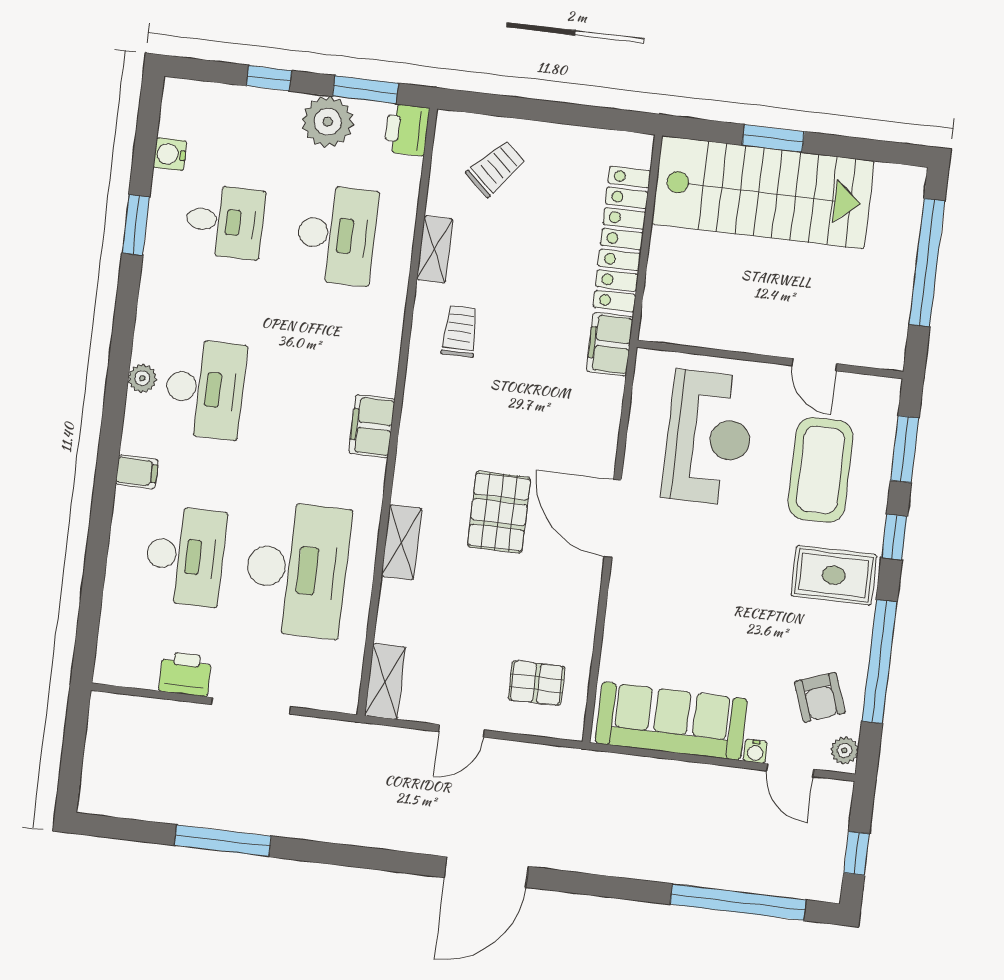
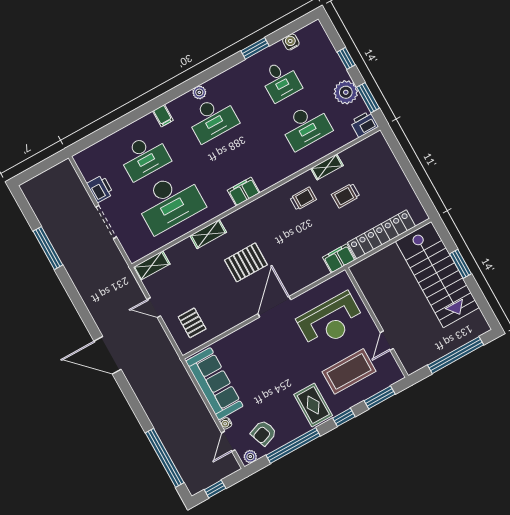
trolley: (496, 168) -> (346, 195), moved, turned 138

